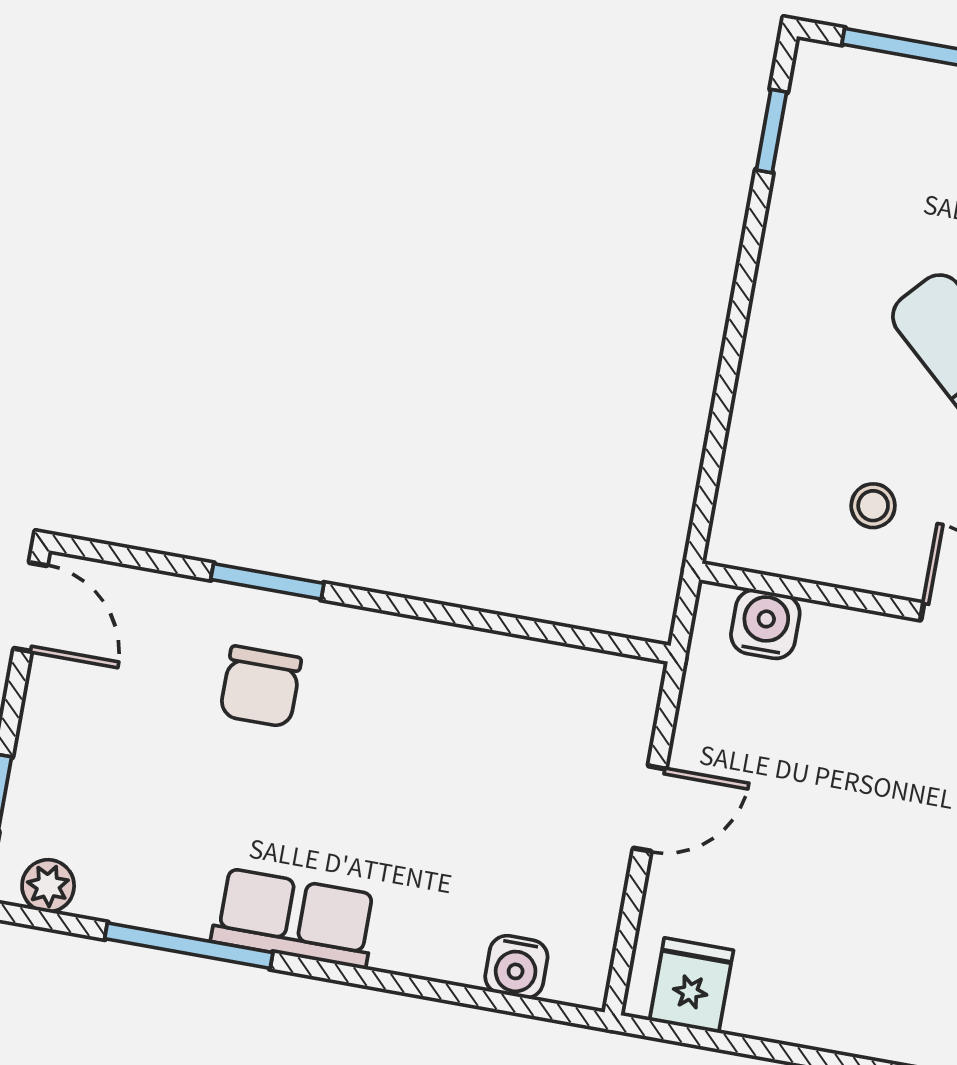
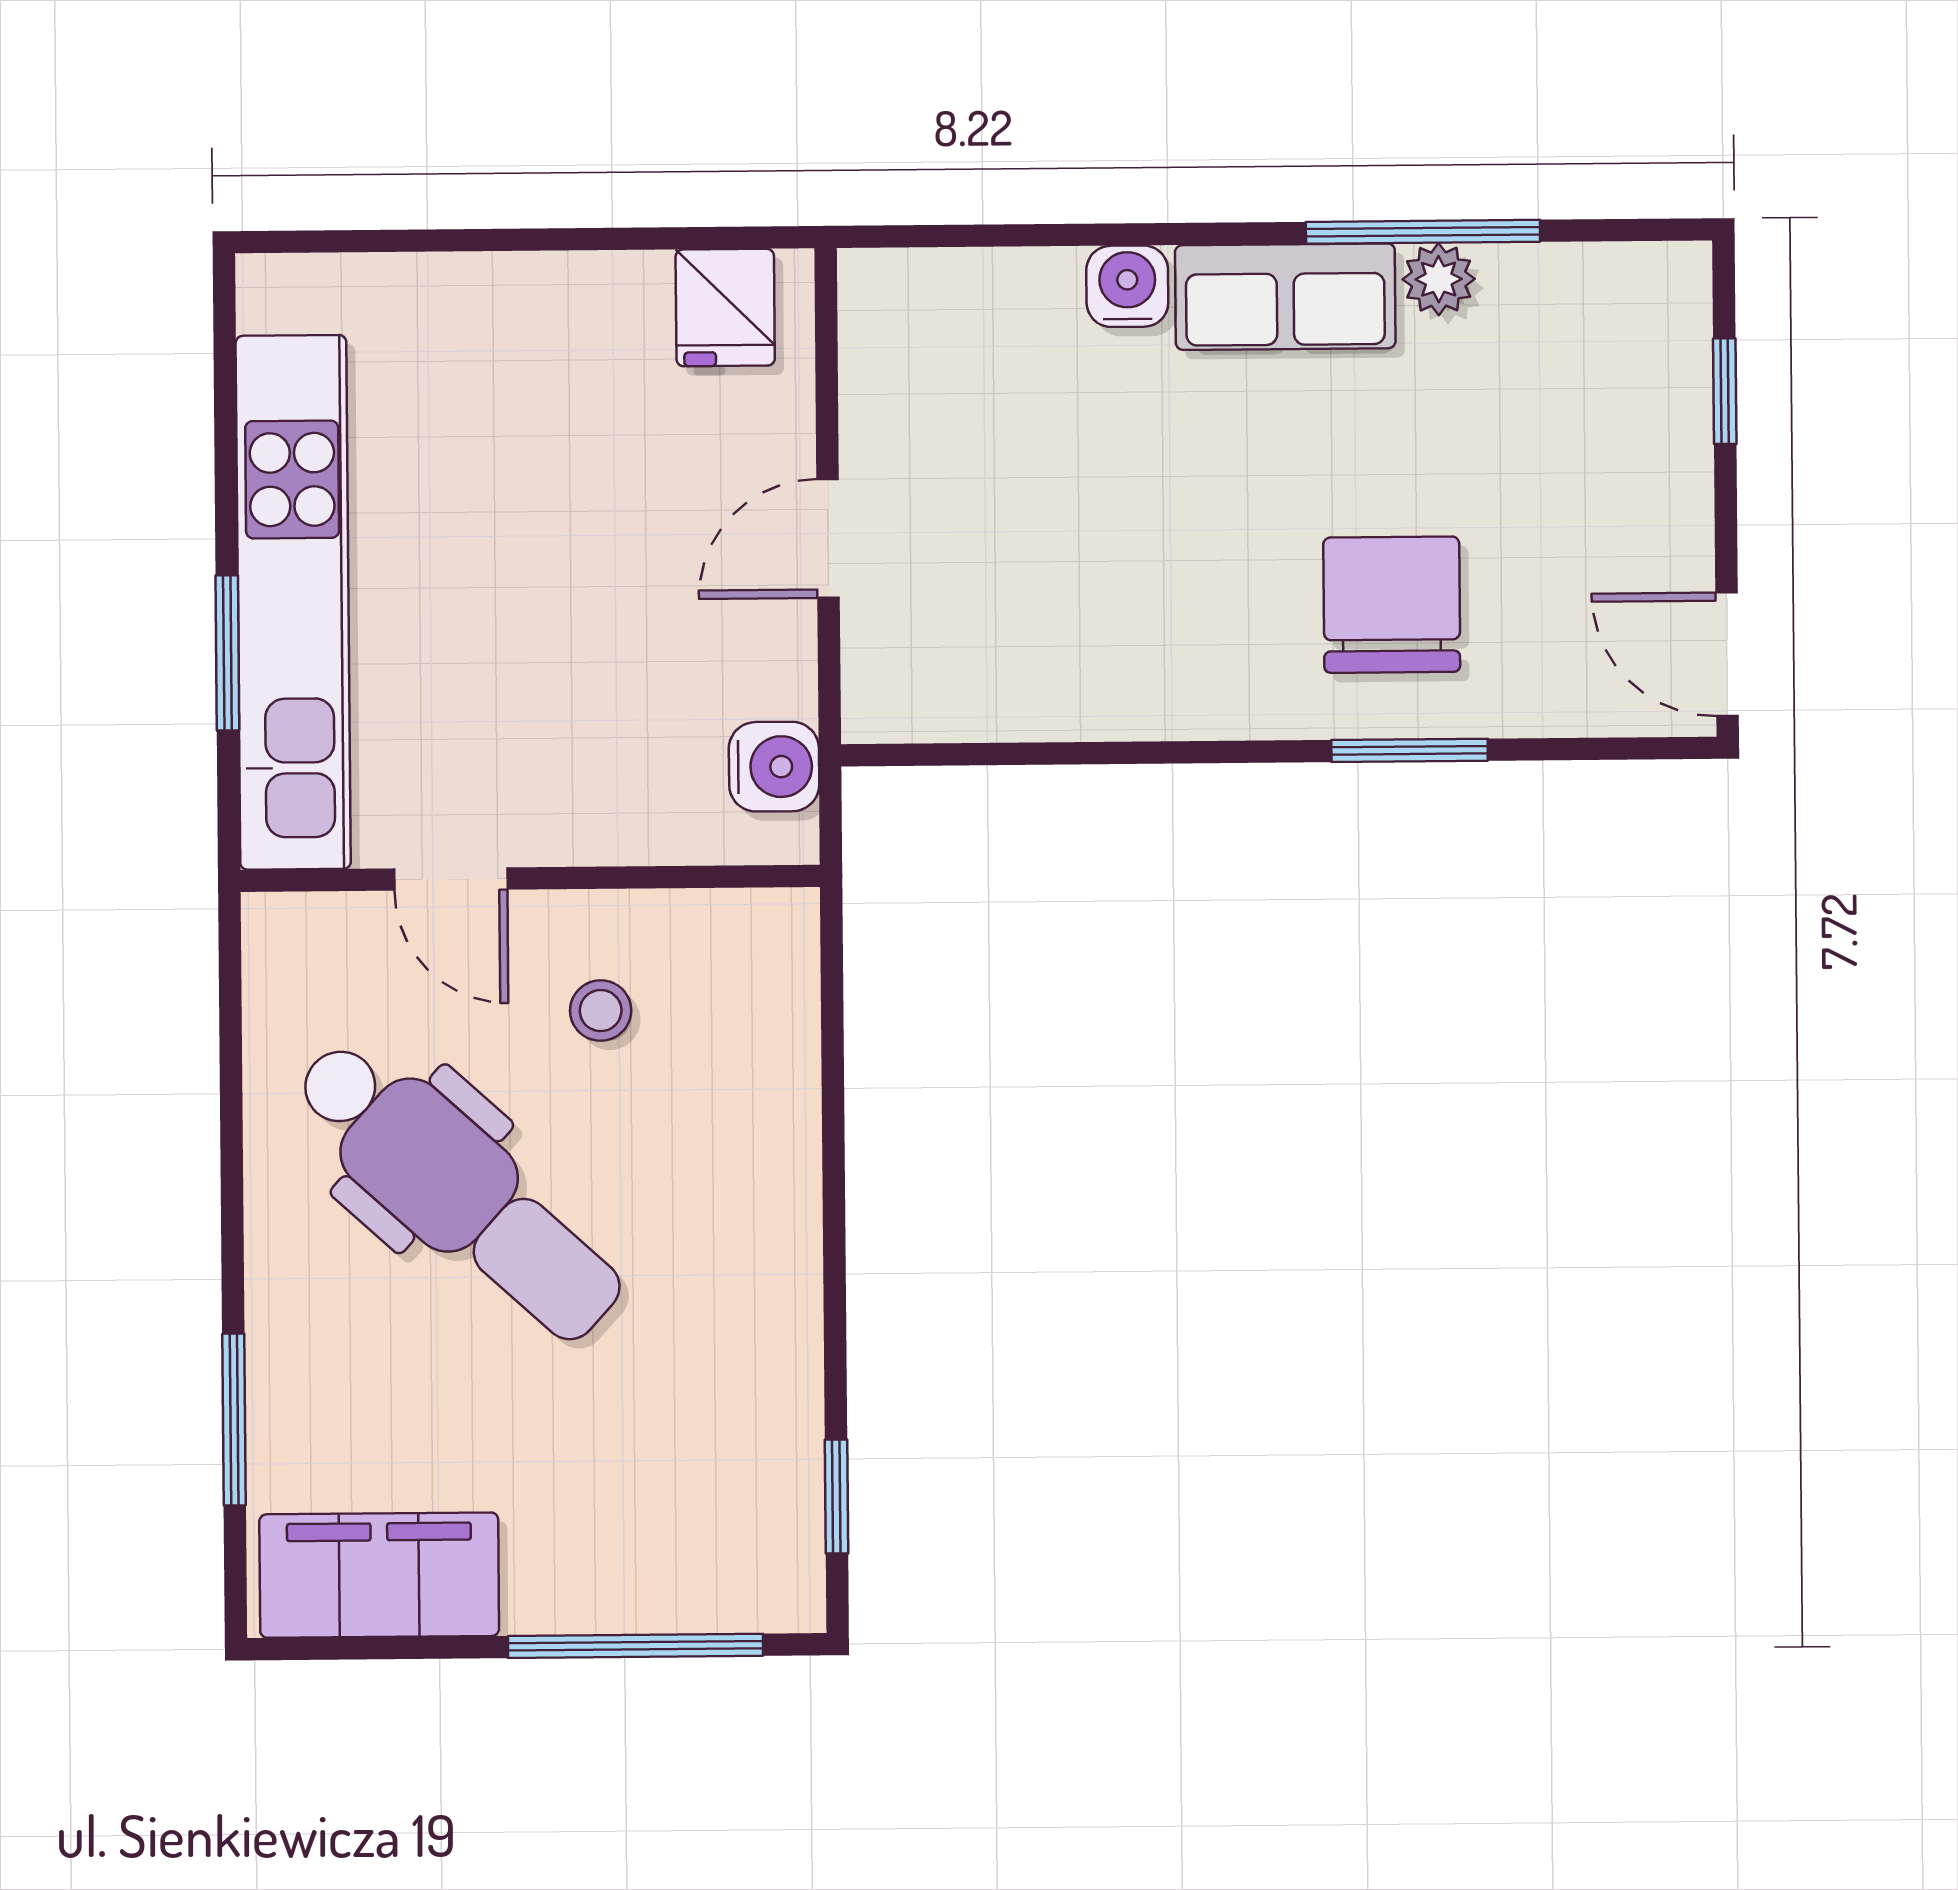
water cooler: (765, 624) -> (774, 767), moved, turned -90
chair: (260, 687) -> (1392, 605), width x1.37, depth x1.37
plant: (48, 886) -> (1439, 279), moved
water cooler: (516, 967) -> (1127, 286), moved

